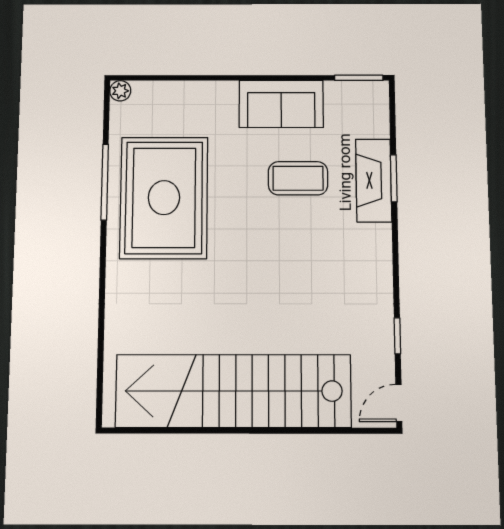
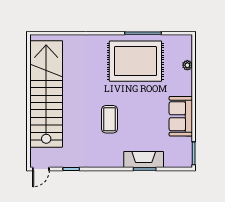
plant: (120, 91) -> (187, 65), moved
coffee table: (298, 178) -> (109, 119), moved
door: (399, 403) -> (41, 169), swing flipped

